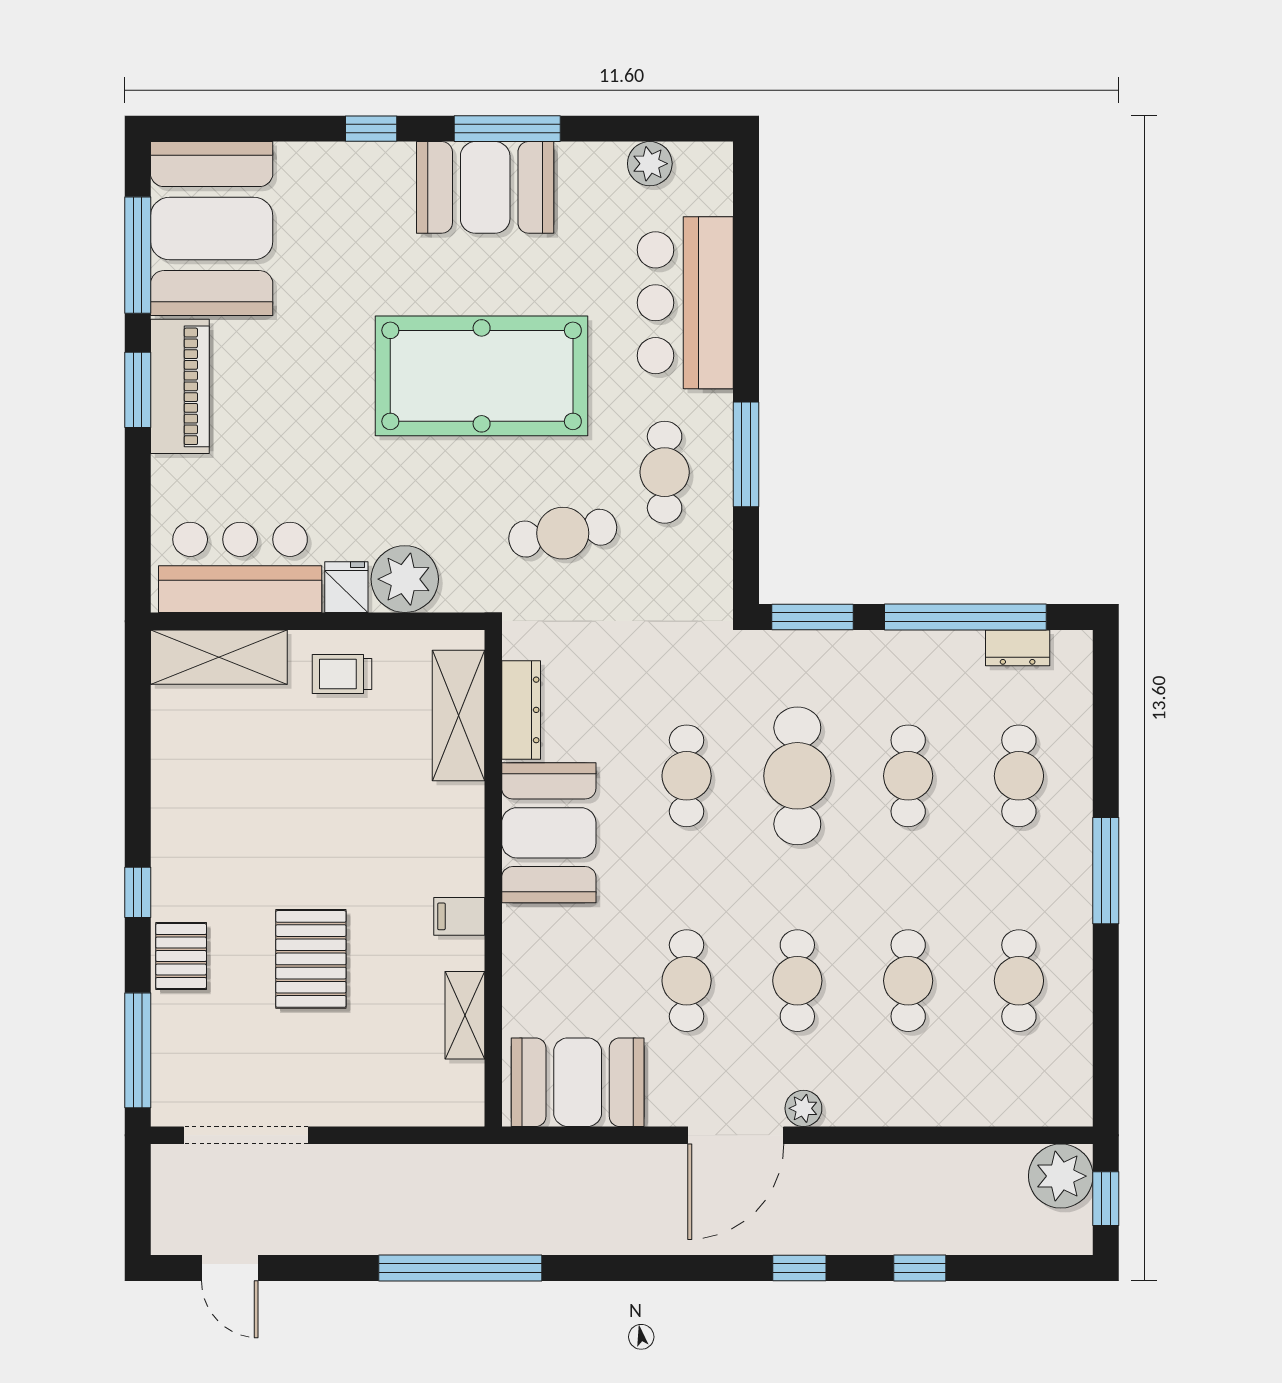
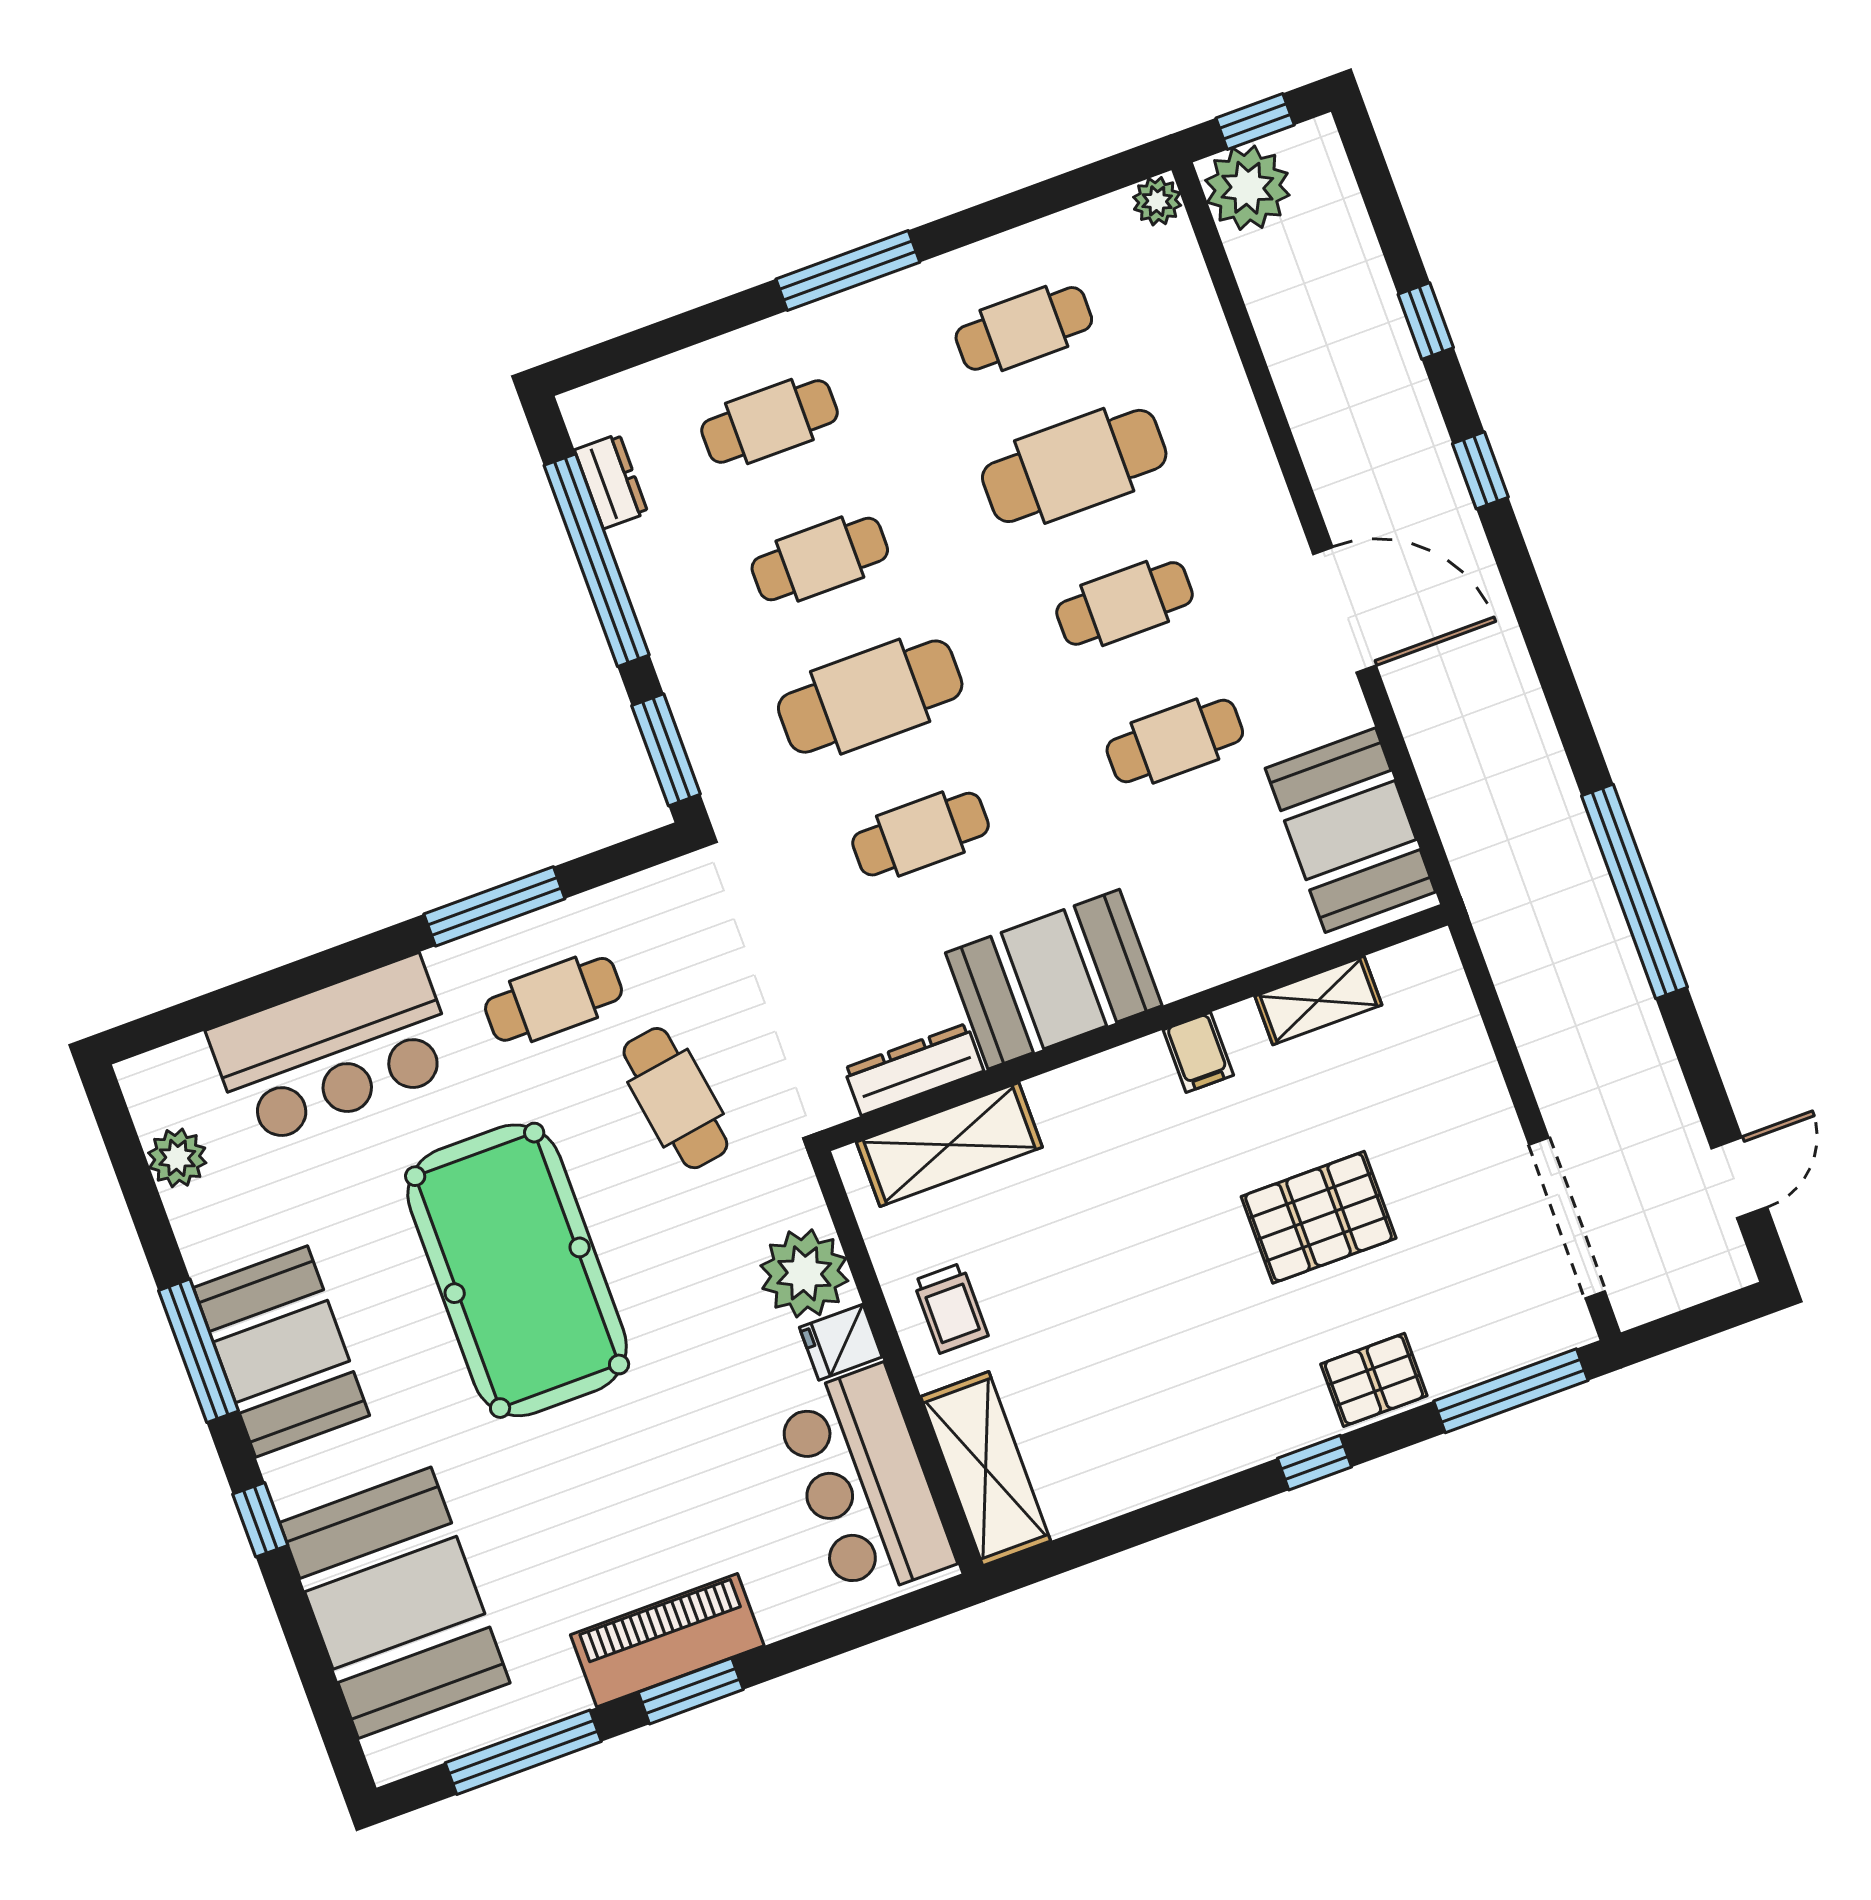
booth: (212, 229) -> (395, 1603), moved, turned 90
cafe table: (908, 981) -> (1074, 466), width x1.37, depth x1.35
plant: (803, 1108) -> (1157, 201), moved

